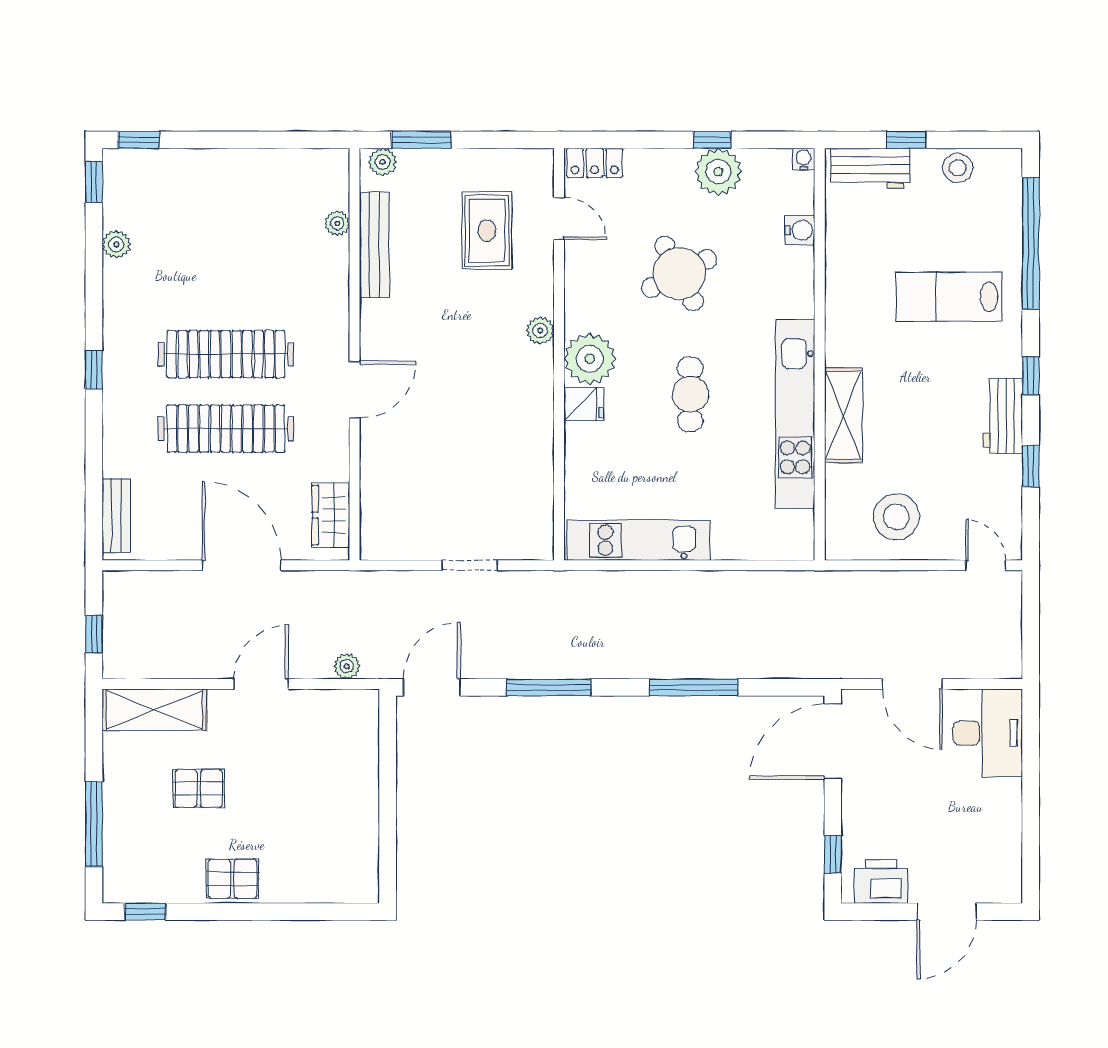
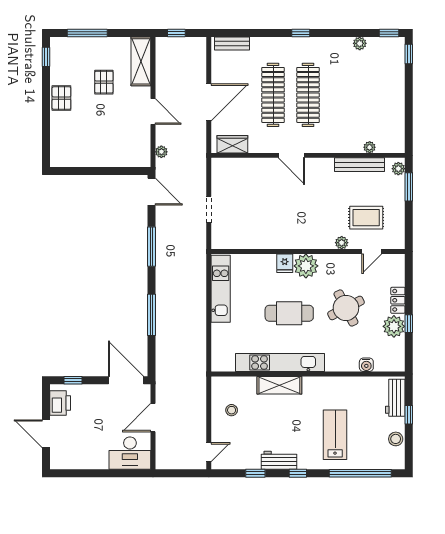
water cooler: (804, 159) -> (400, 367), removed
locker: (595, 163) -> (398, 300), moved
plant: (540, 331) -> (342, 243), moved
cafe table: (690, 394) -> (289, 313), width x1.37, depth x1.35
stool: (896, 517) -> (232, 410), width x0.53, depth x0.53

